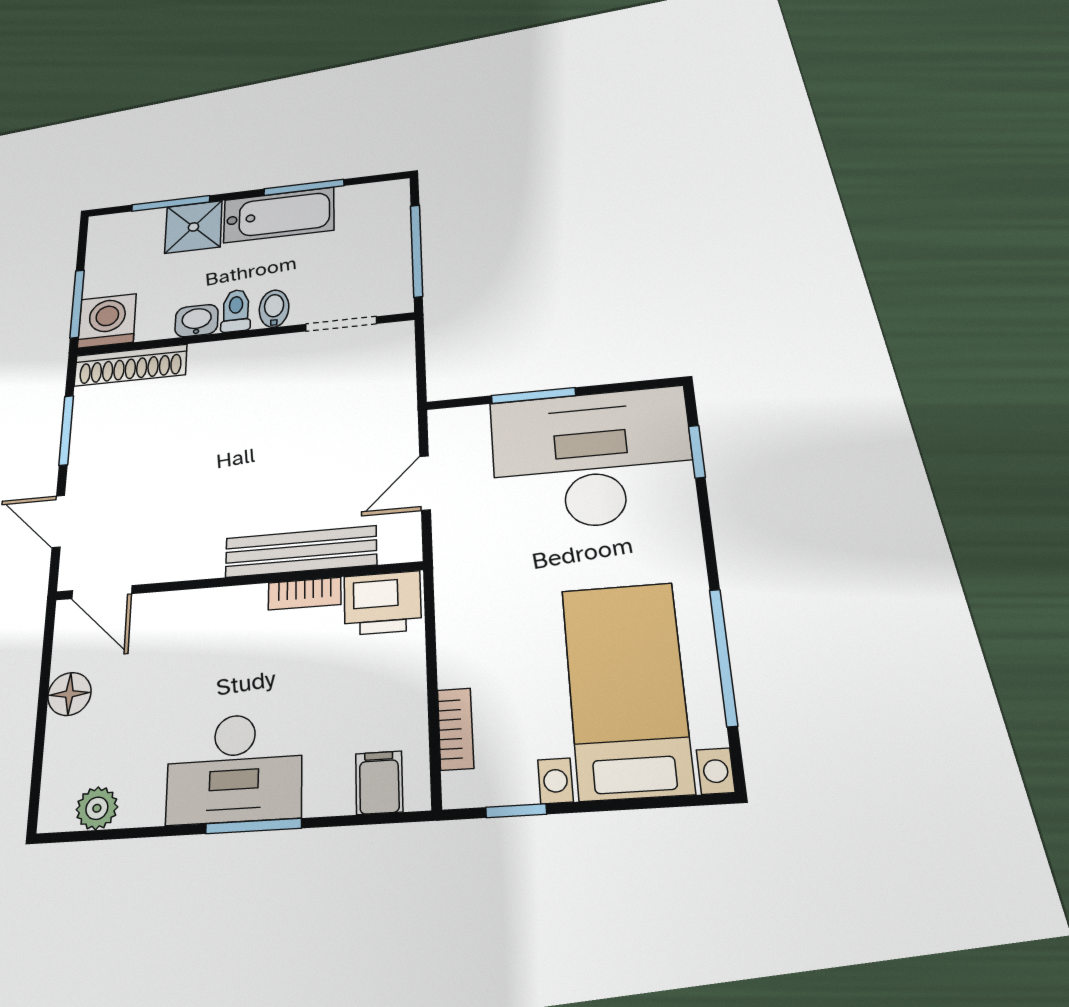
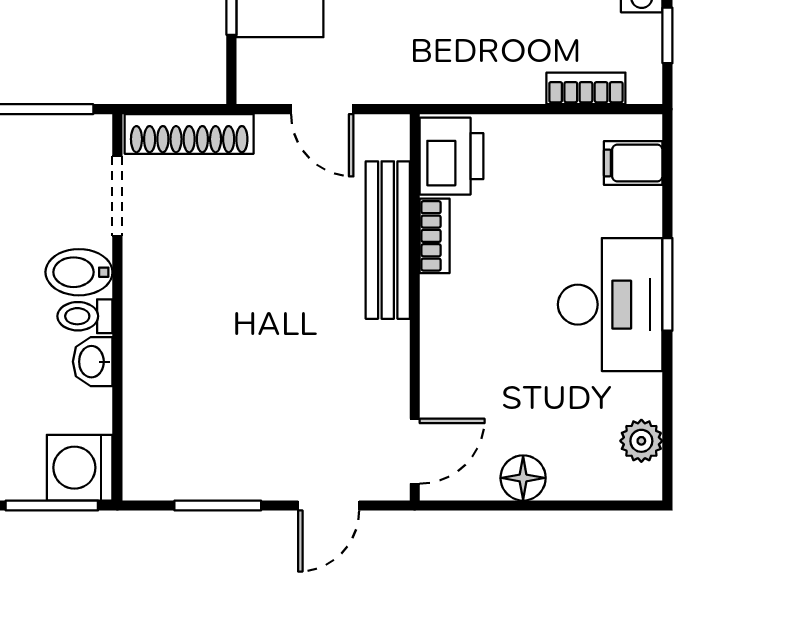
bidet: (274, 309) -> (79, 272), width x1.38, depth x1.36
shoe rack: (131, 365) -> (189, 134), moved, turned 90

